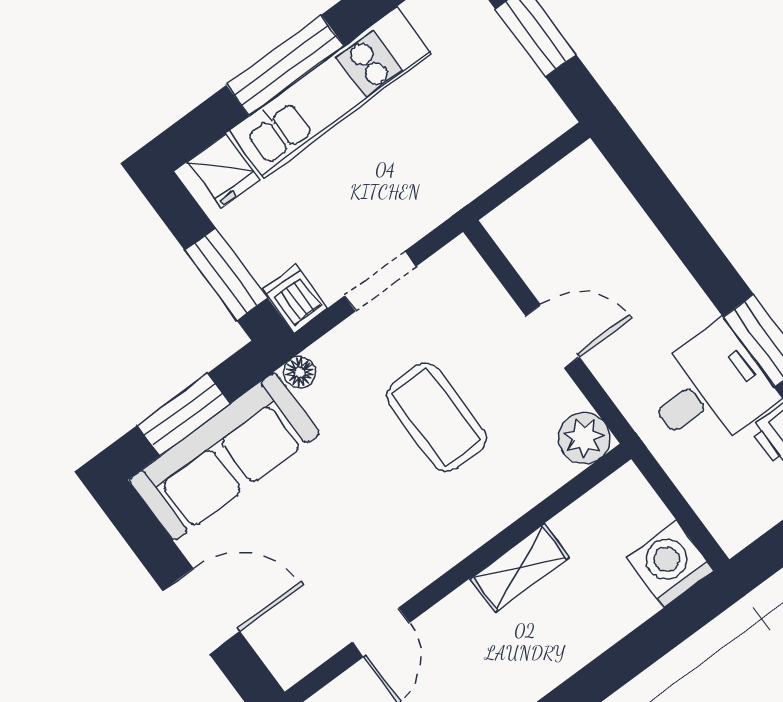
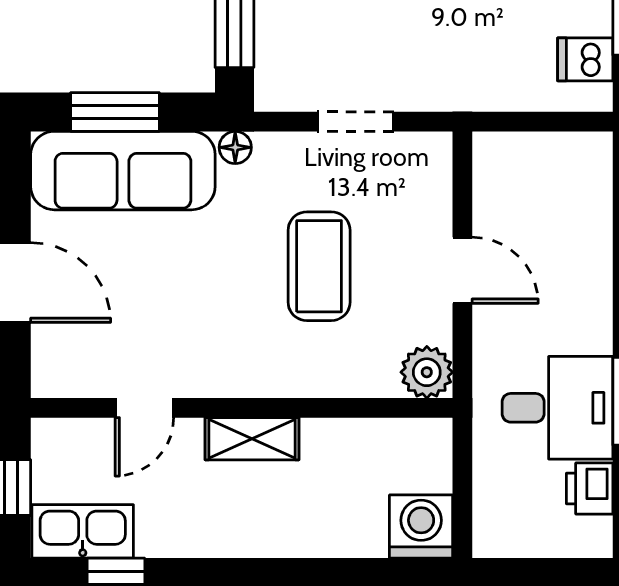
dishwasher: (295, 298) -> (585, 59), moved, turned -90
shelving: (520, 568) -> (252, 439), moved

